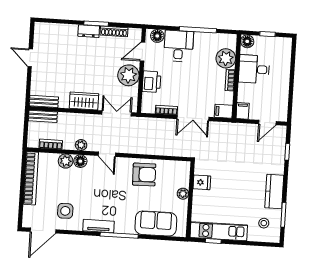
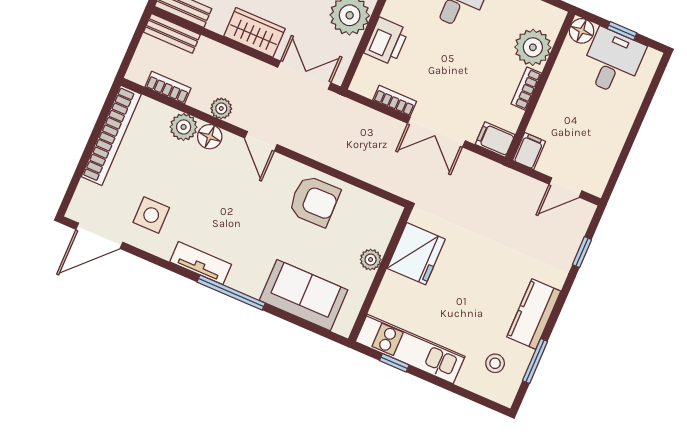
desk: (254, 69) -> (612, 62), moved, turned 90
fridge: (202, 182) -> (416, 254), width x1.88, depth x1.34

